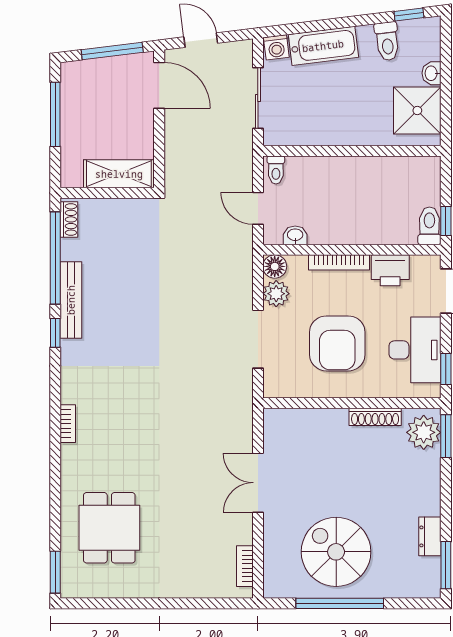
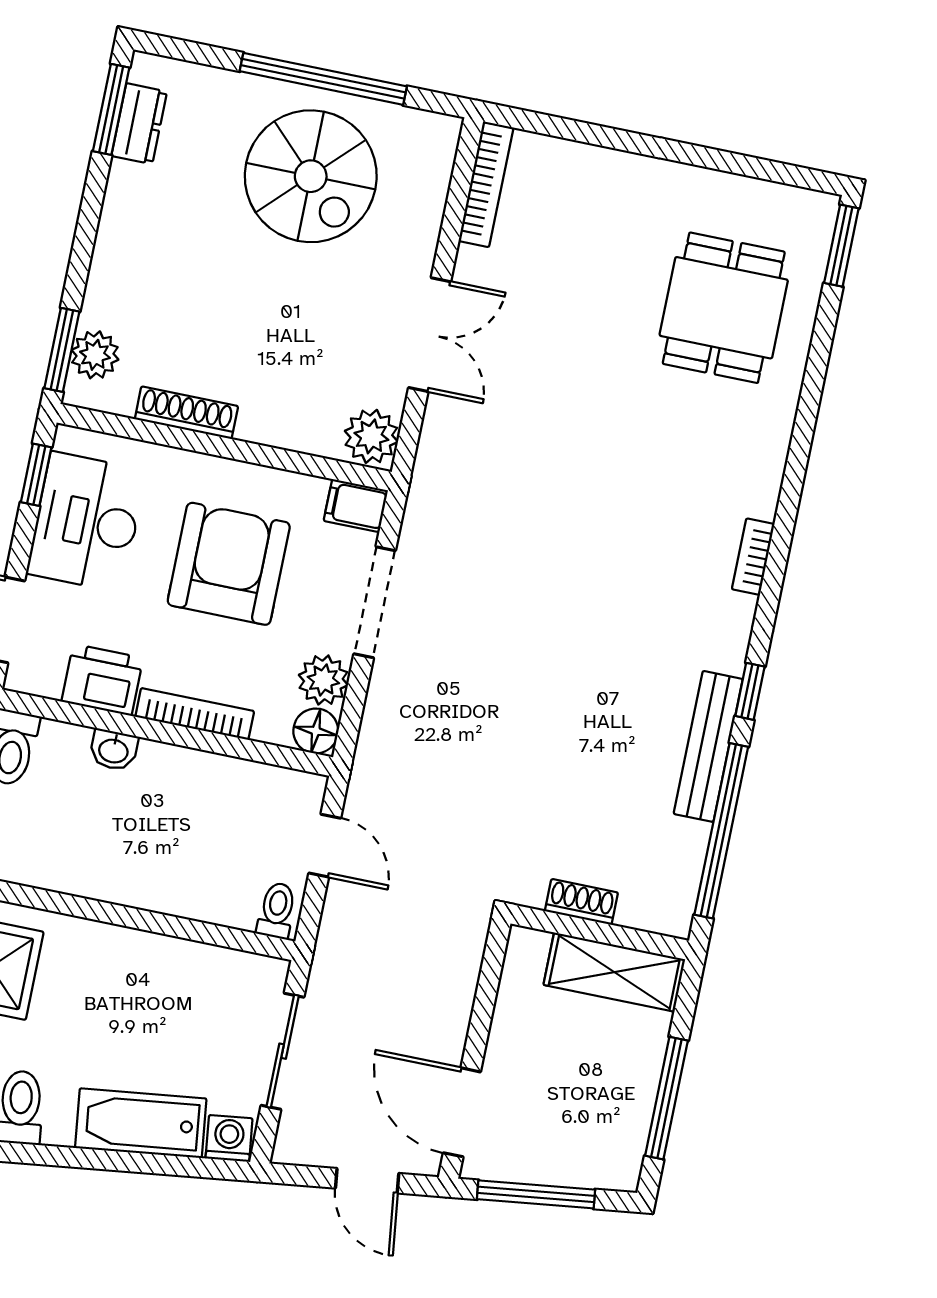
shelving: (119, 174) -> (614, 972), moved
shoe rack: (69, 219) -> (581, 902), moved, turned 90
washbasin: (295, 235) -> (114, 750), moved
filing cabinet: (278, 387) -> (356, 506), added
bookcase: (68, 424) -> (753, 557), moved
plant: (277, 424) -> (371, 436), added
plant: (424, 432) -> (95, 355), width x0.73, depth x0.73
dresser: (430, 536) -> (139, 124), moved
bookcase: (245, 566) -> (486, 185), width x1.56

